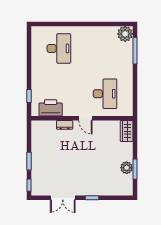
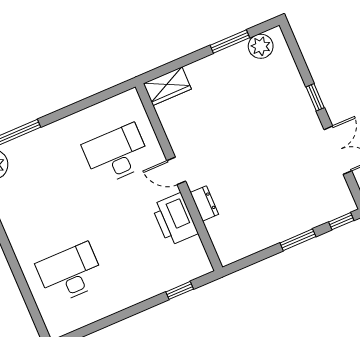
printer: (51, 108) -> (175, 219), moved
door: (85, 118) -> (176, 171), swing flipped
plant: (127, 168) -> (261, 46), moved

